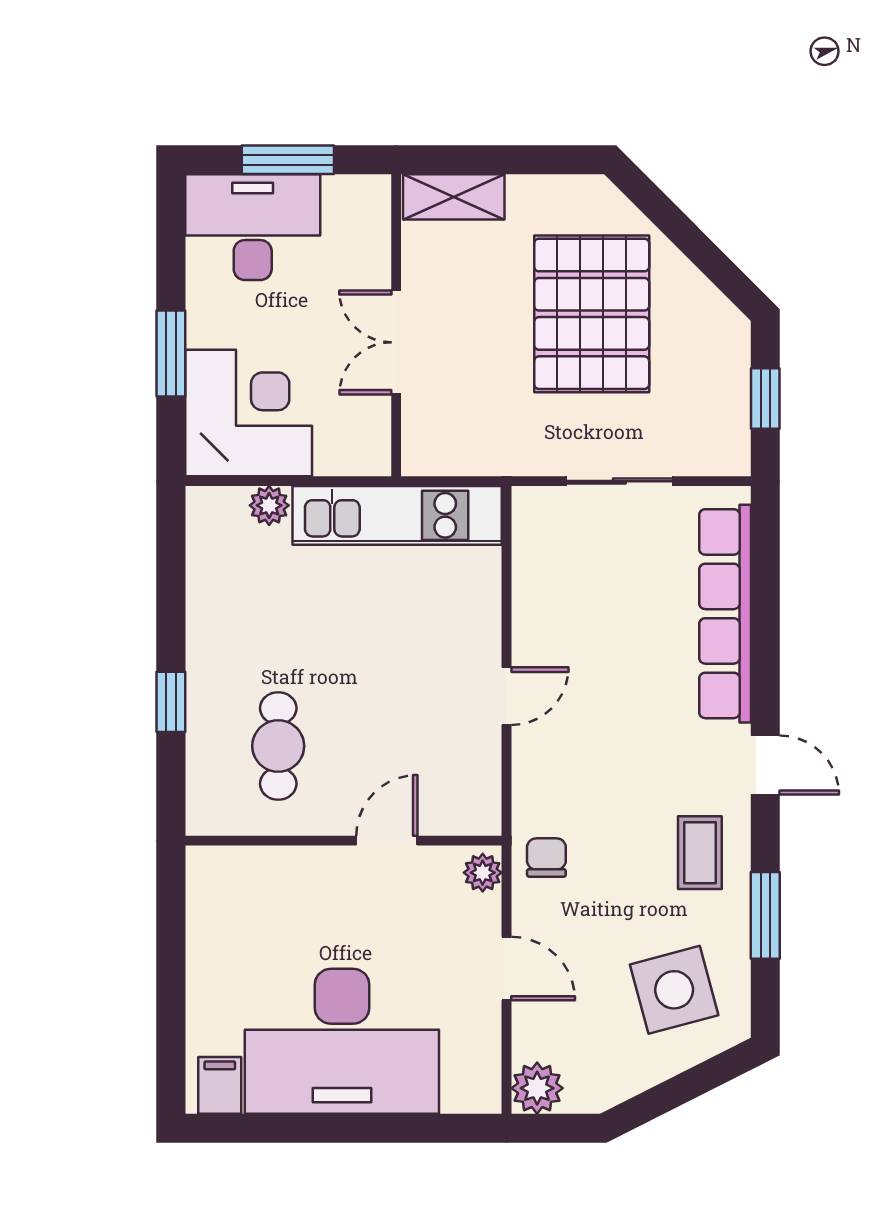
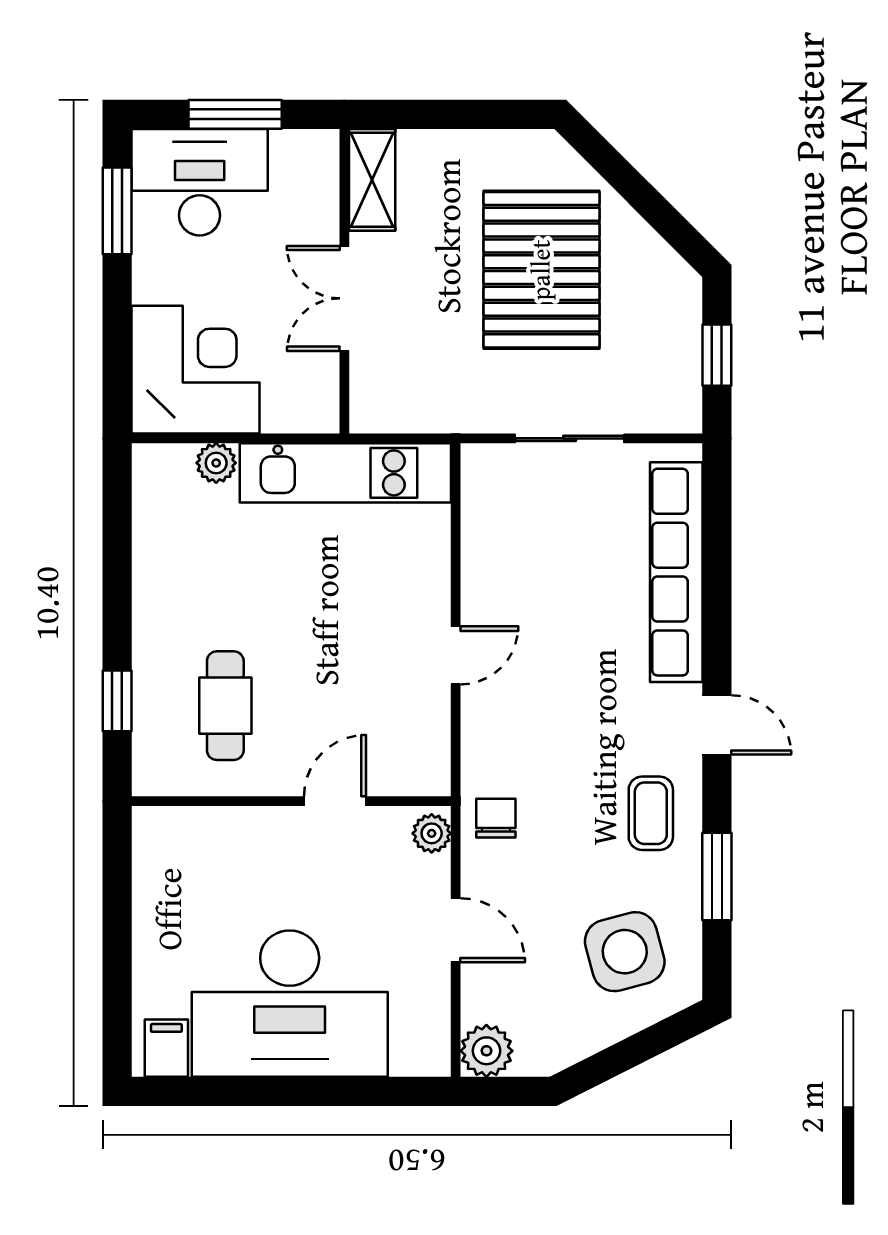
shelving: (454, 197) -> (372, 180), moved, turned 90
window: (171, 353) -> (117, 211), moved
window: (171, 702) -> (117, 701), moved

